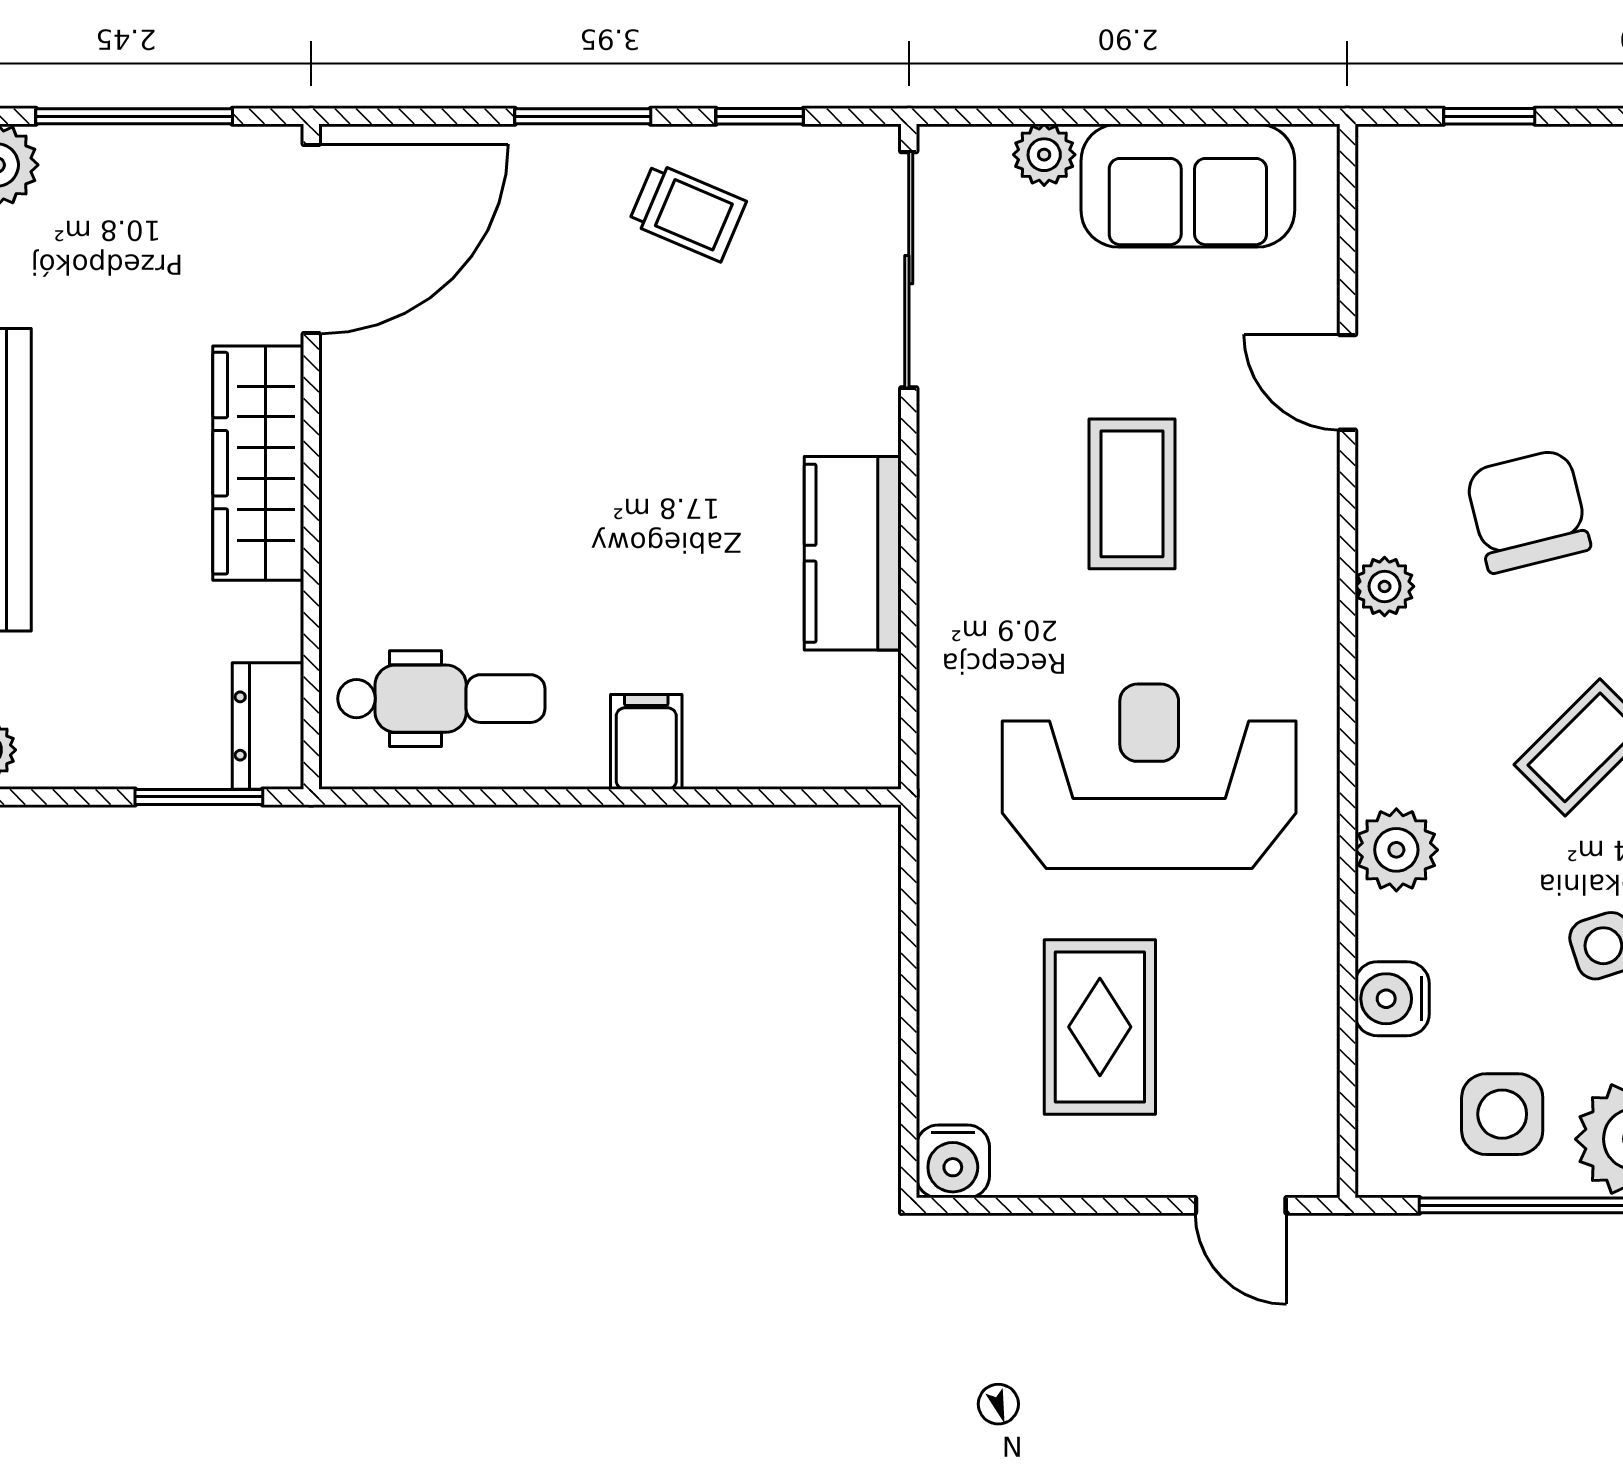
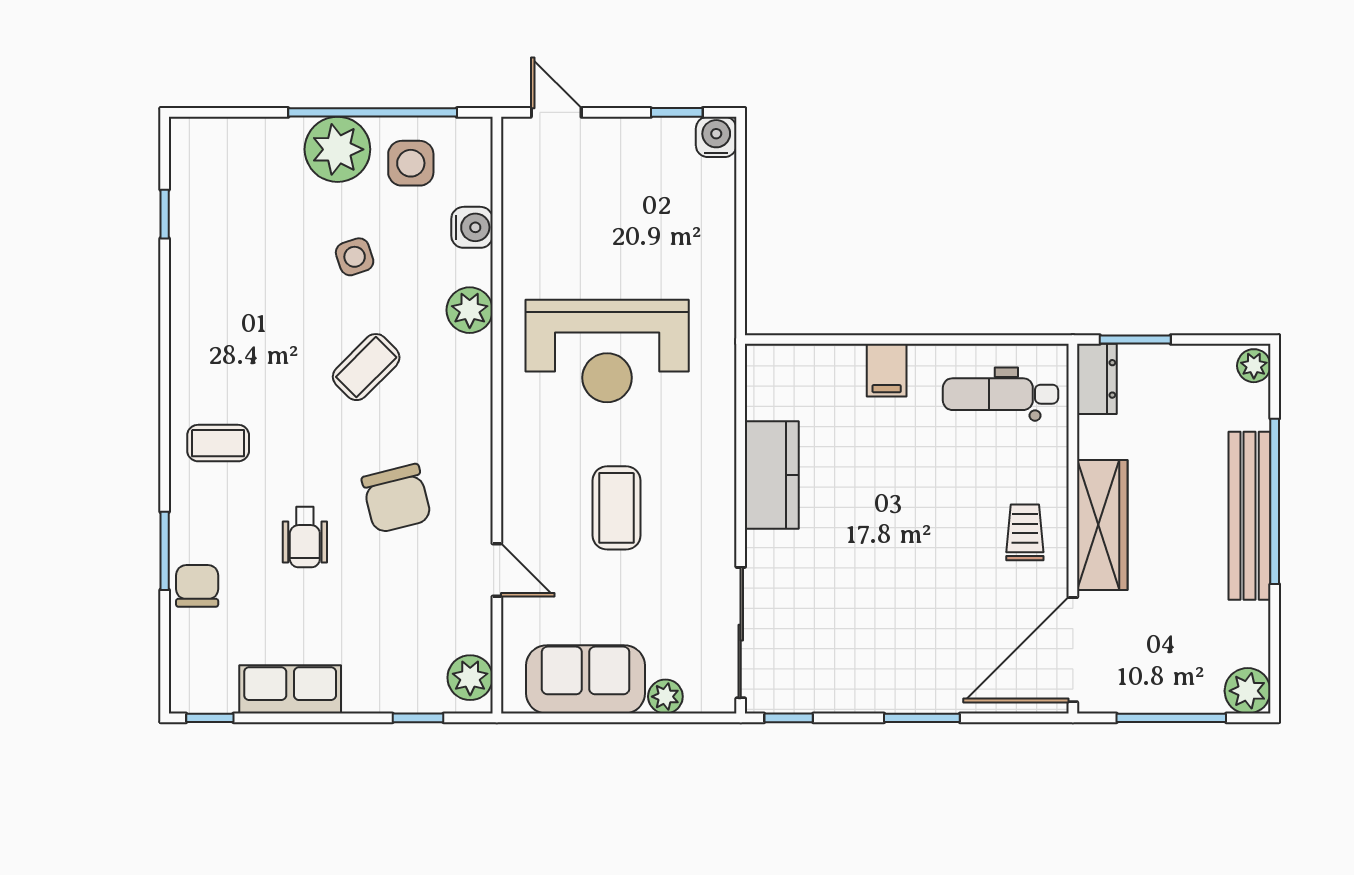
window: (760, 116) -> (789, 718), moved
trolley: (687, 212) -> (1025, 532), moved, turned 67
plant: (1385, 586) -> (470, 678), moved, width x1.38, depth x1.38
rug: (1100, 1027) -> (634, 212), removed
window: (1024, 1205) -> (677, 112), added

